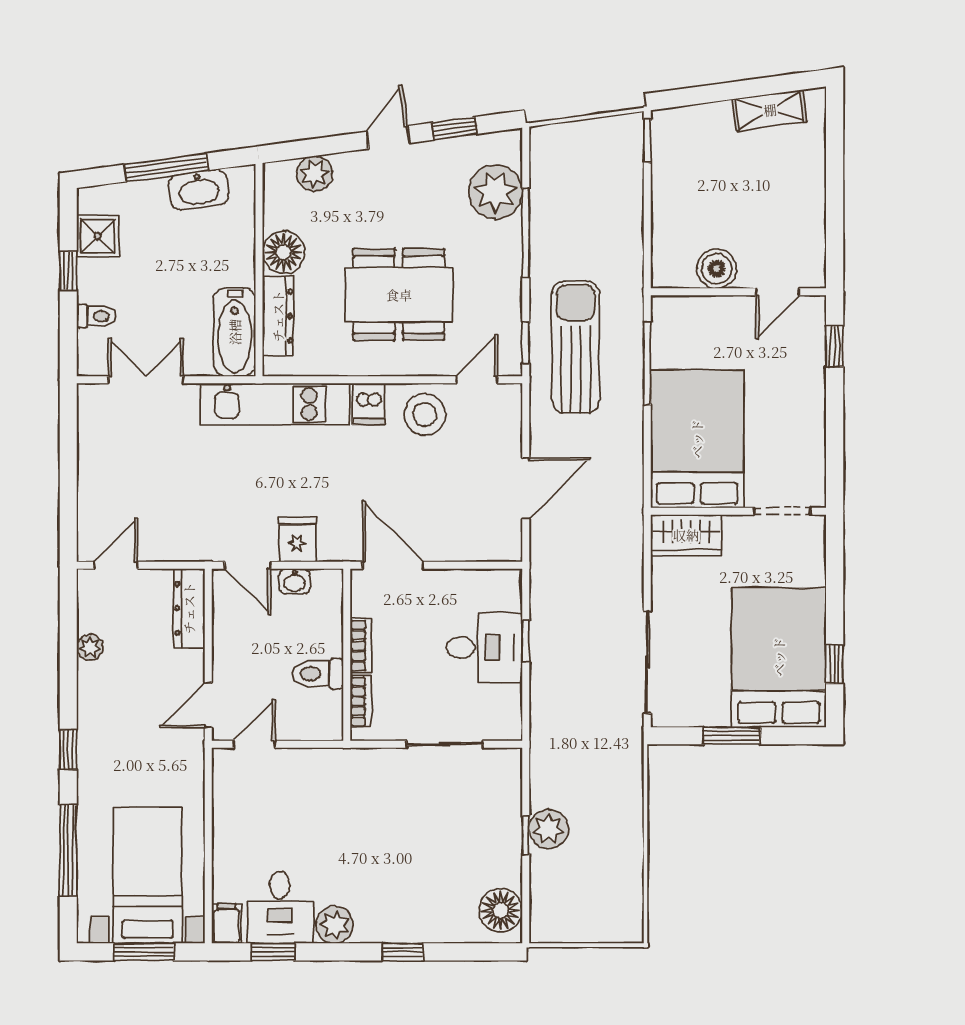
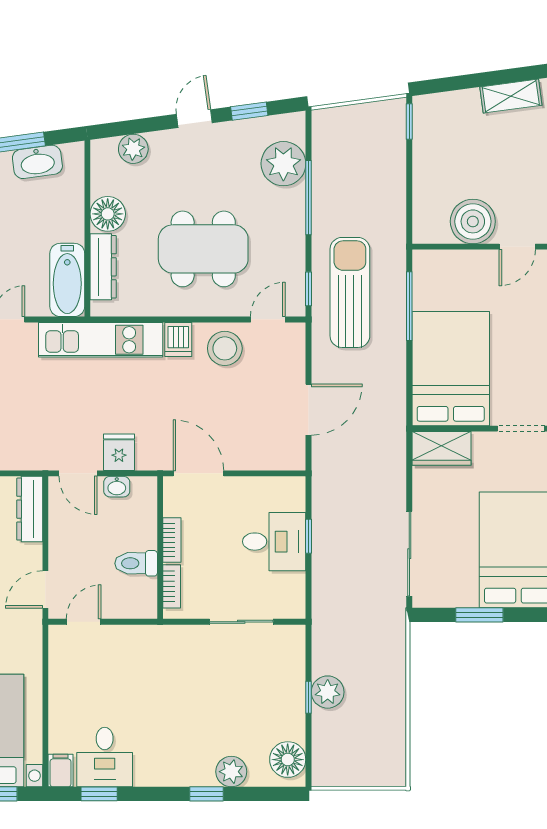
boiler: (717, 269) -> (473, 221), width x1.37, depth x1.37
plant: (334, 925) -> (231, 772), moved

